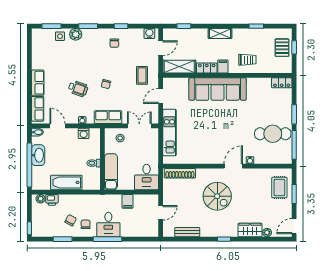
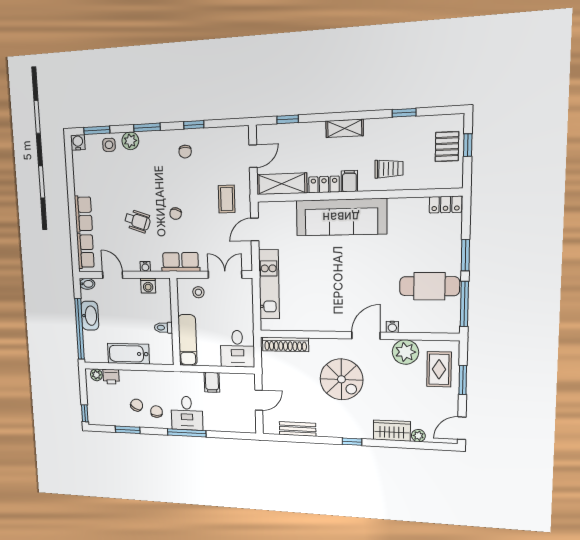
water cooler: (149, 34) -> (78, 142), moved
plant: (258, 177) -> (405, 352), added

